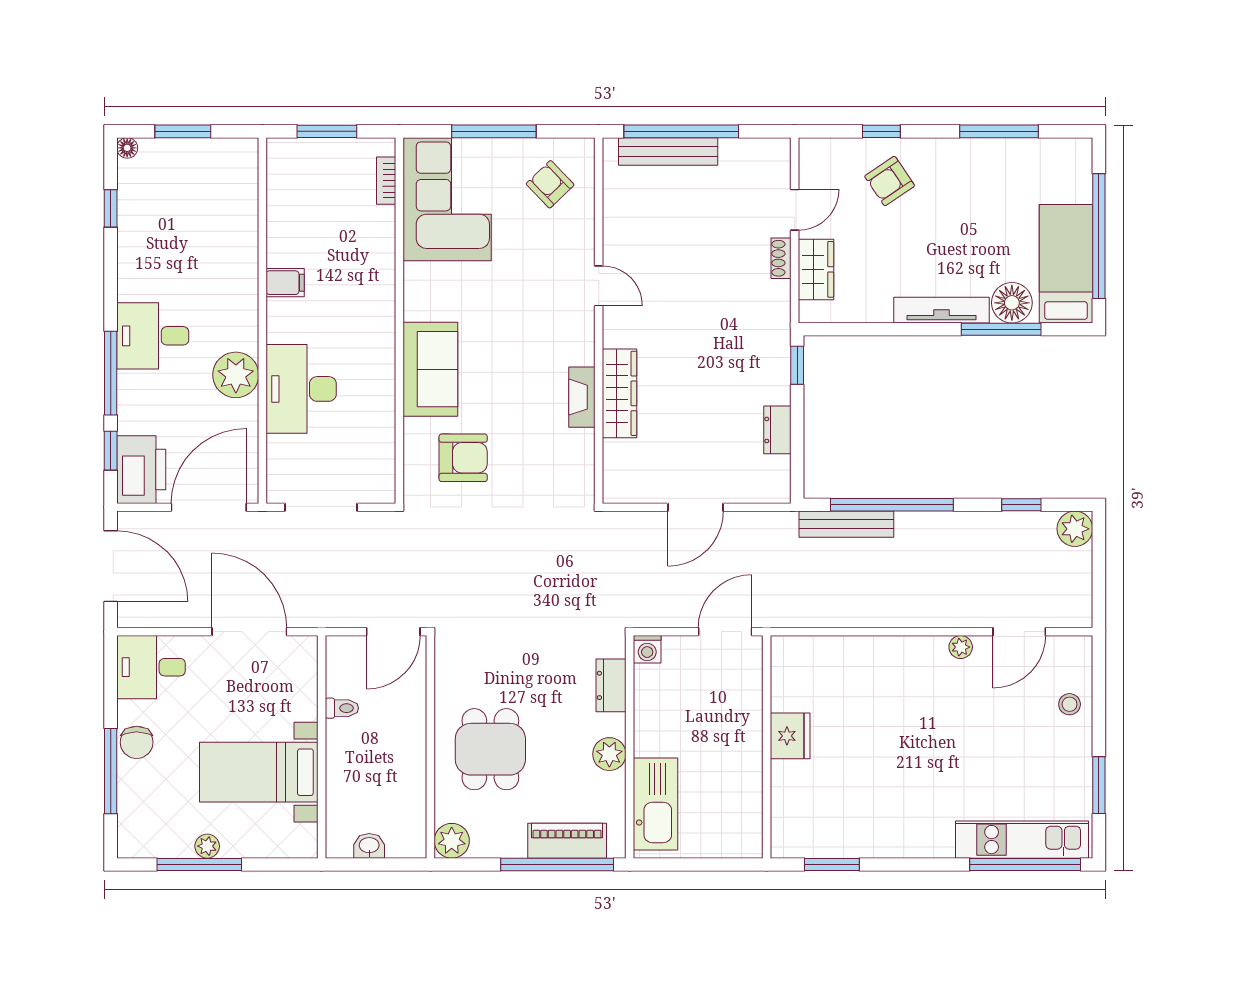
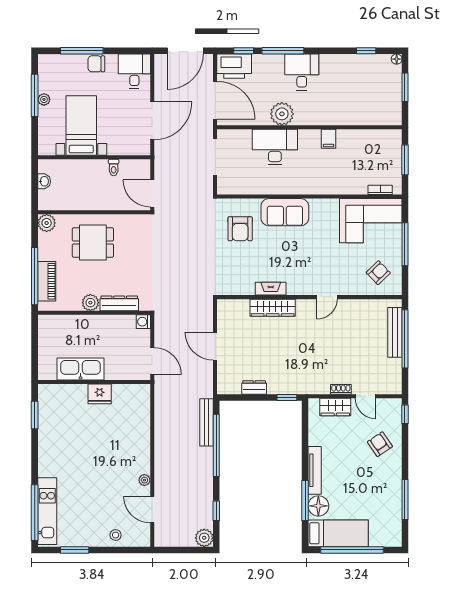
window: (881, 131) -> (405, 414), moved
dresser: (611, 685) -> (119, 303), width x1.44
kitchen sink: (656, 804) -> (81, 369), moved, turned 180

